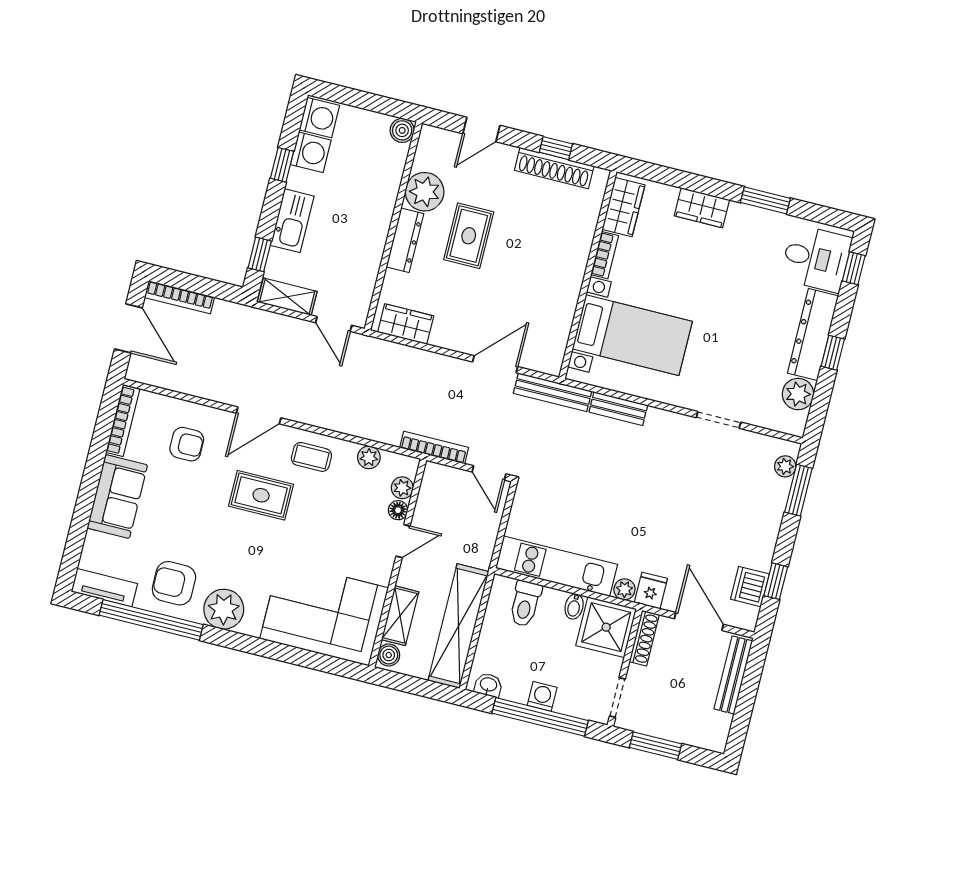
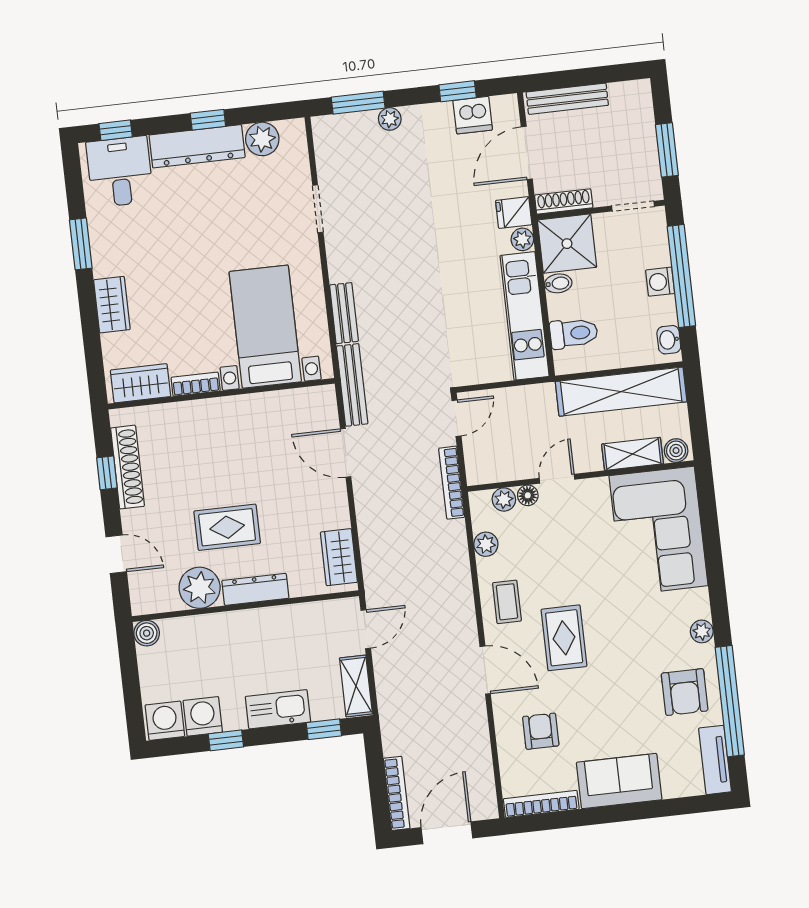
plant: (785, 466) -> (390, 119), moved
door: (403, 541) -> (557, 479), hinge flipped
plant: (224, 609) -> (702, 631), width x0.53, depth x0.53

